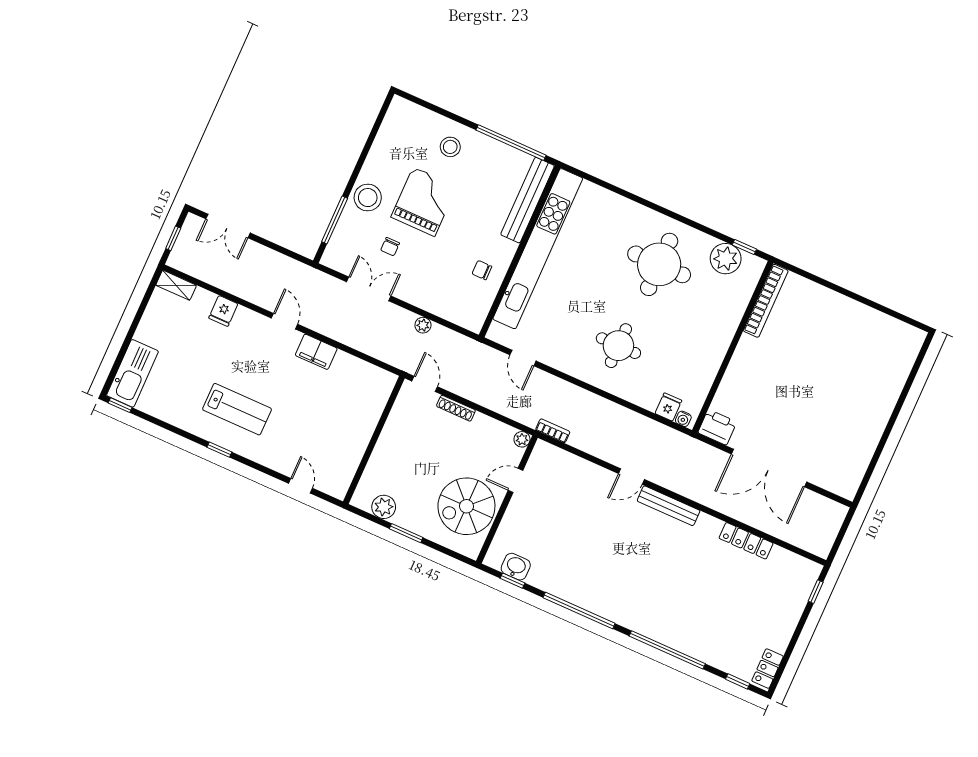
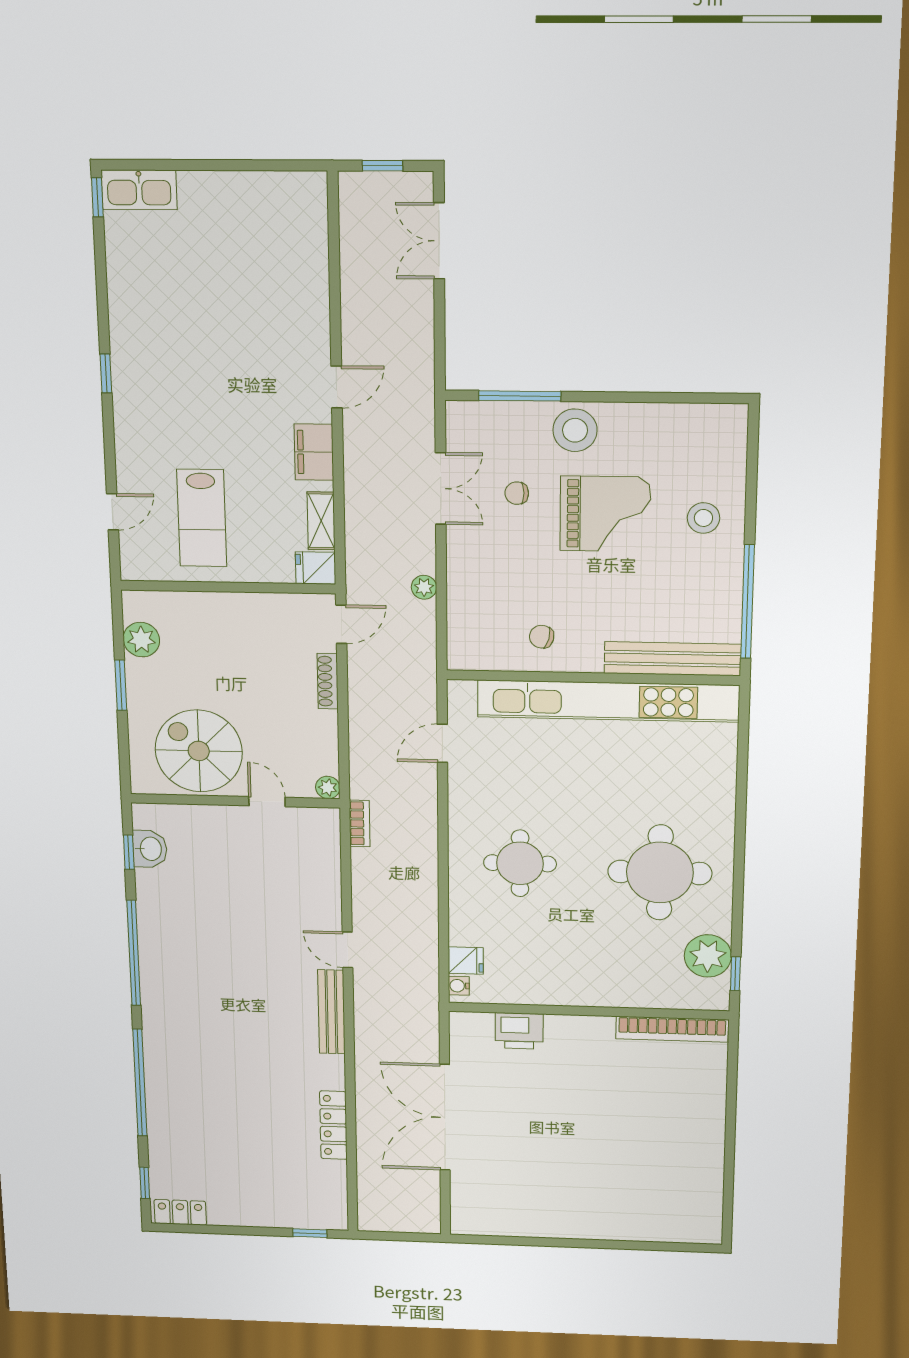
chair: (482, 270) -> (542, 637), turned -76
shelving: (176, 285) -> (321, 521), moved
fridge: (223, 311) -> (316, 568), moved
kitchen sink: (132, 373) -> (139, 190), width x0.73, depth x0.81
lab bench: (237, 409) -> (202, 518), moved
printer: (717, 427) -> (519, 1031), moved, turned 90

